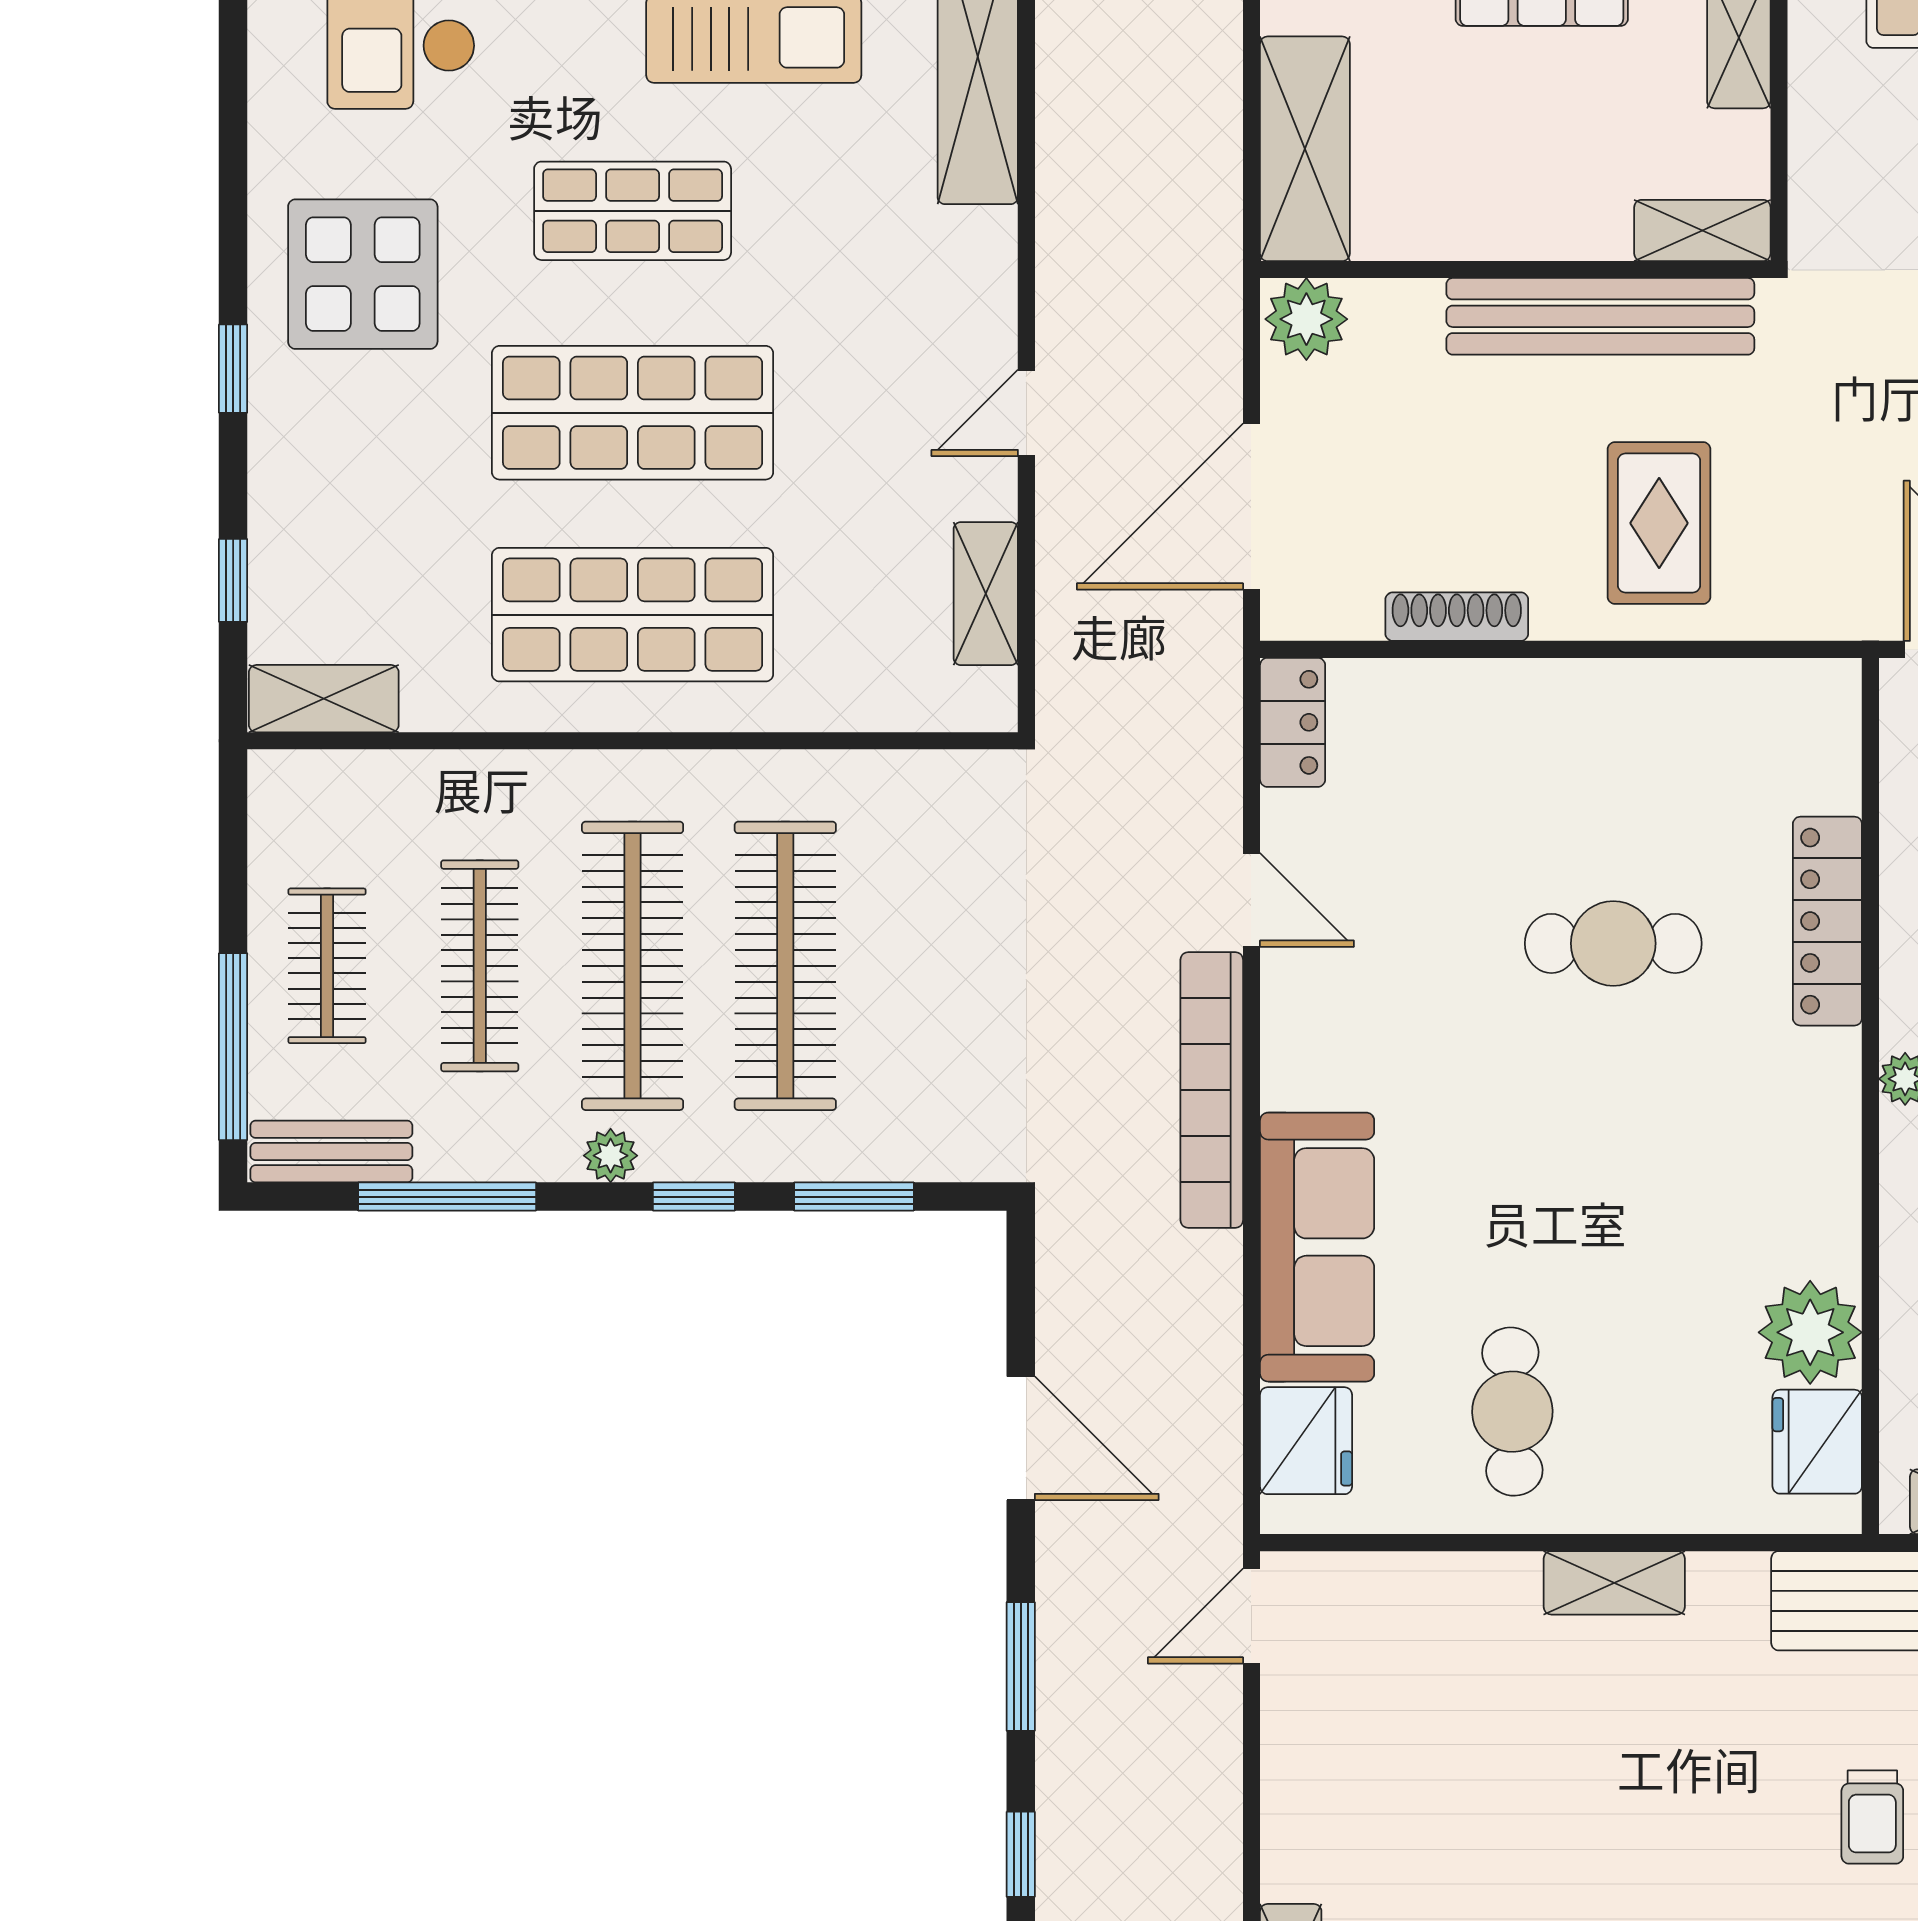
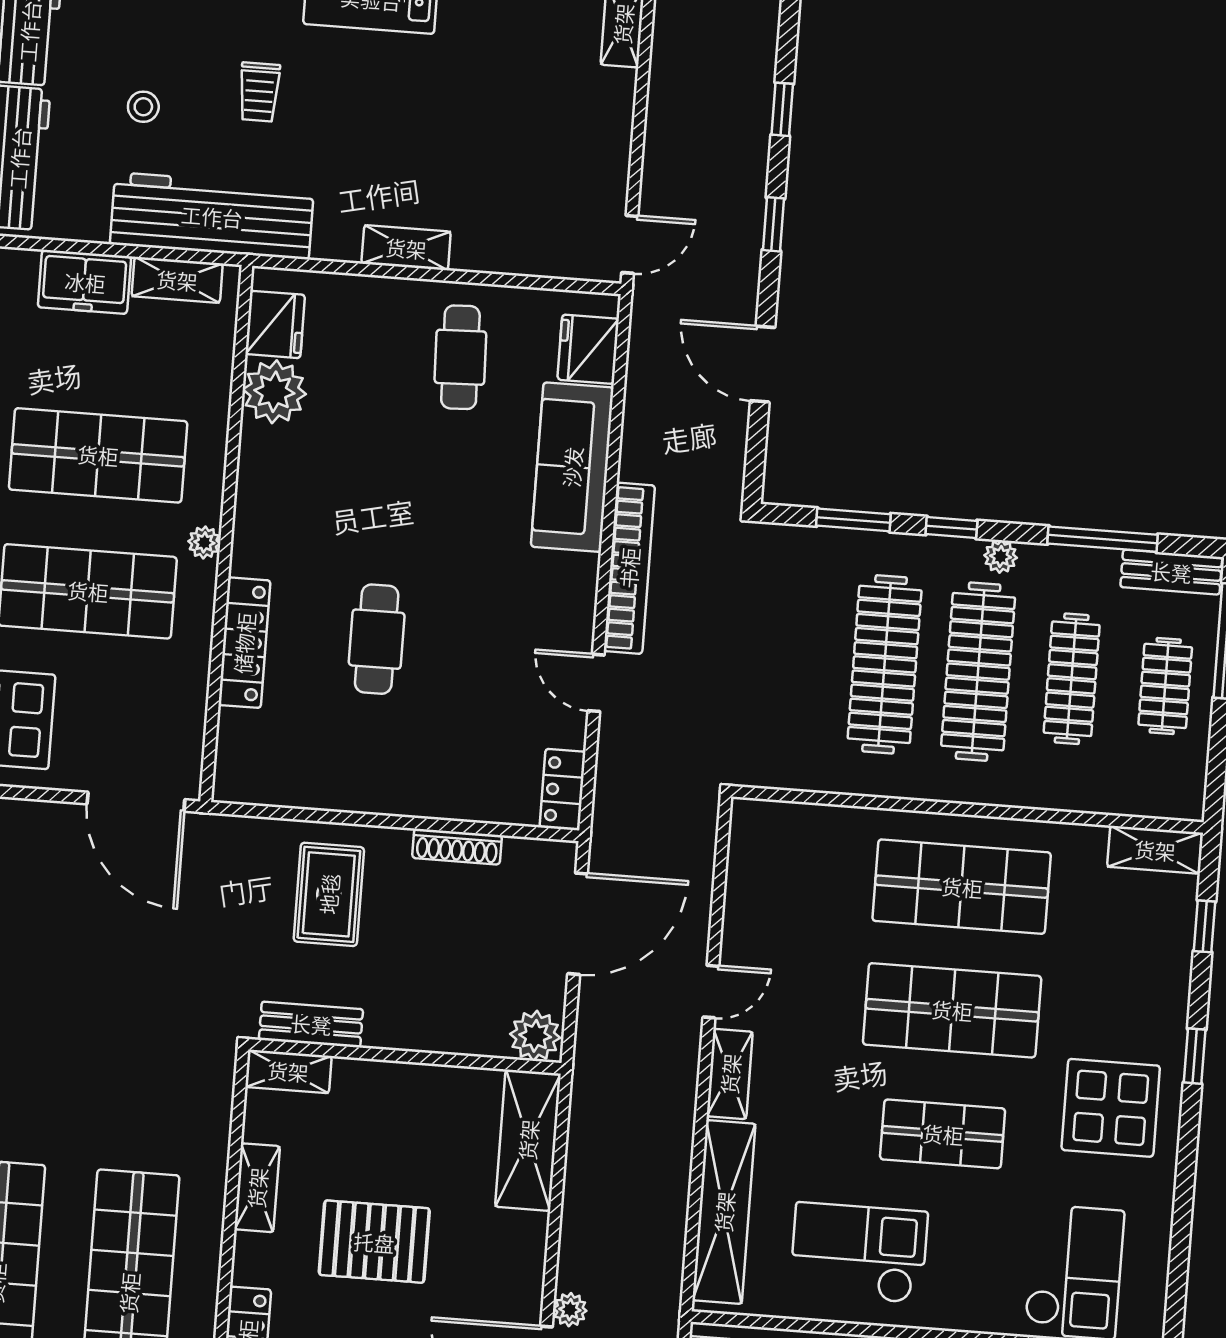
bench: (1600, 316) -> (311, 1024), width x0.54, depth x0.82
shelving: (986, 594) -> (730, 1074), moved
cafe table: (1613, 943) -> (377, 639), turned 90
window: (1021, 1667) -> (773, 224), width x0.67
trolley: (1872, 1817) -> (259, 92), turned 180

